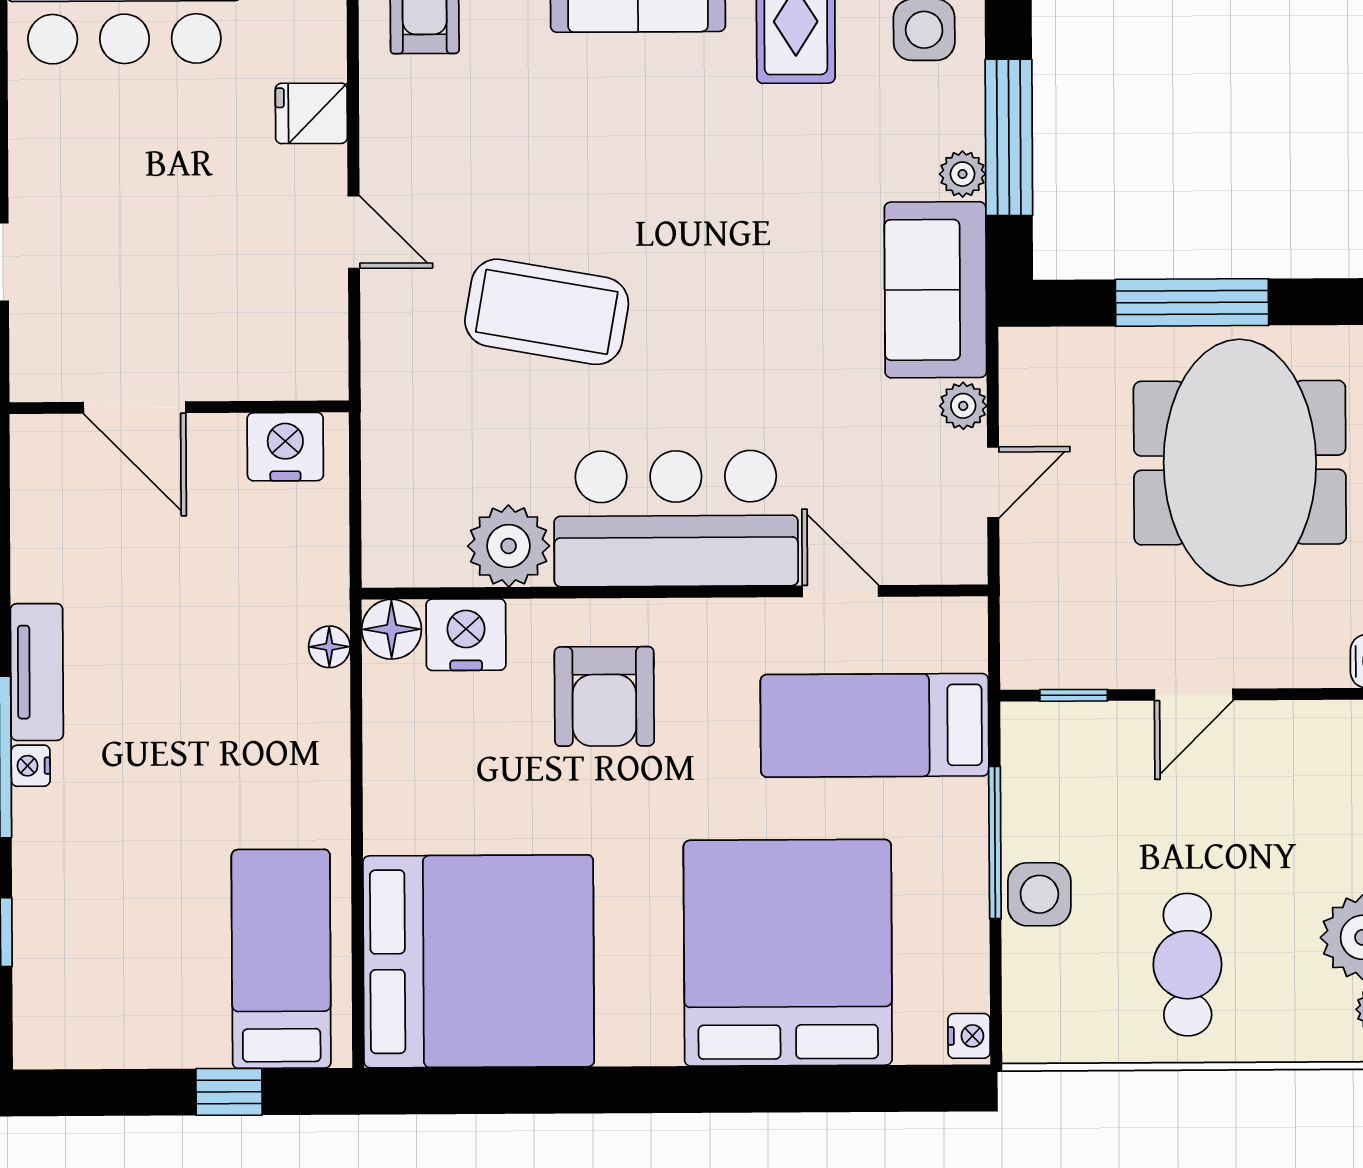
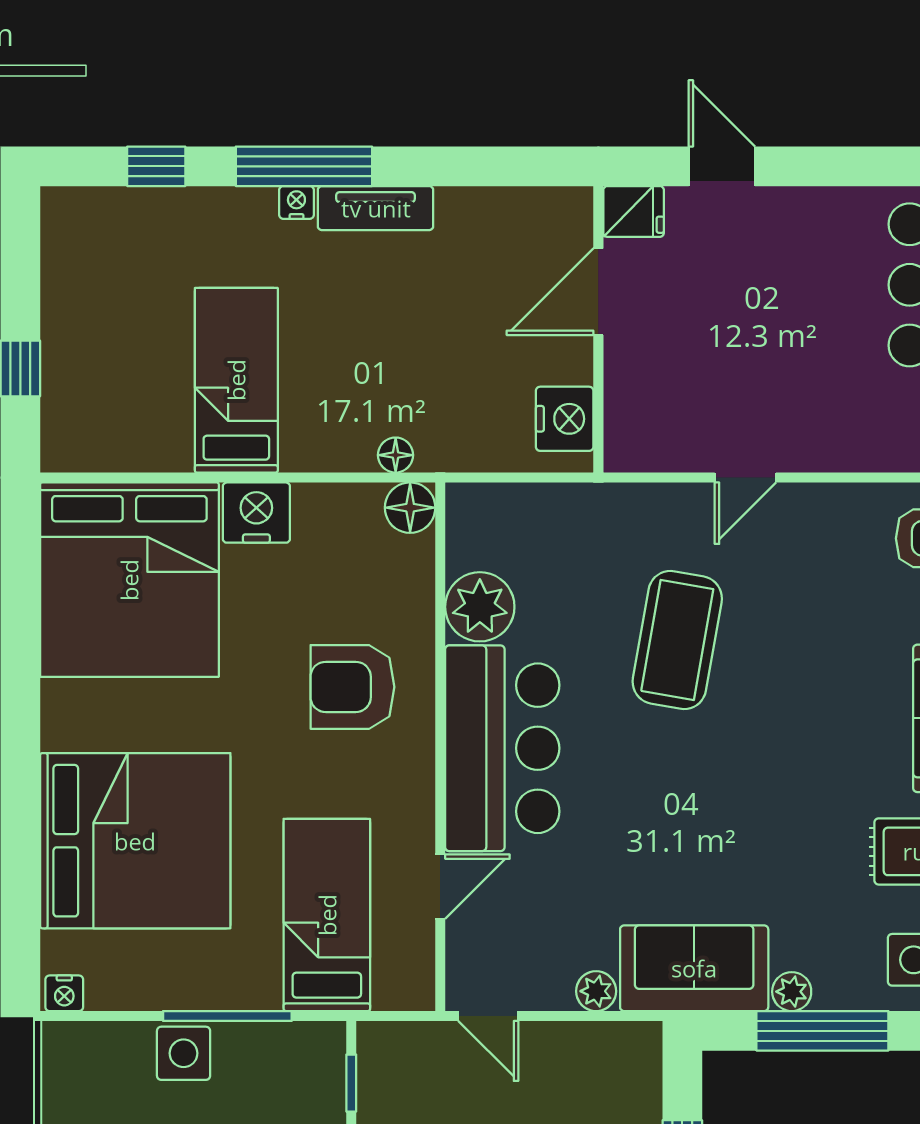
fridge: (311, 113) -> (634, 211), moved, turned 90
door: (993, 482) -> (488, 1016), moved
nightstand: (466, 635) -> (256, 513), moved, turned -90
bed: (281, 959) -> (236, 380), moved, turned -90

